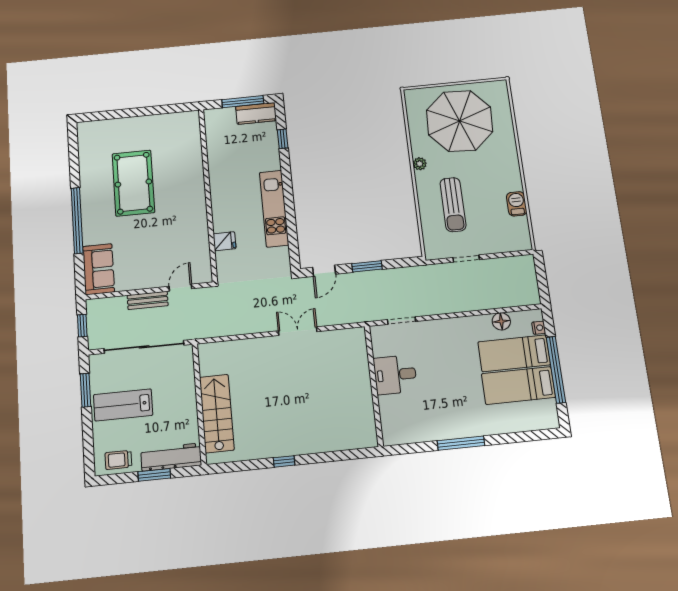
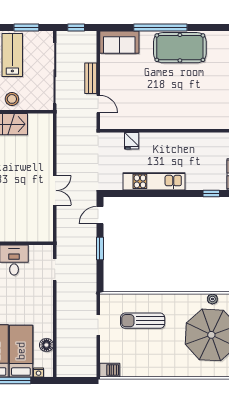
plant: (420, 164) -> (212, 299), moved
pool table: (133, 183) -> (180, 48), moved
barbecue: (517, 204) -> (110, 370), moved
door: (324, 271) -> (100, 215), hinge flipped
stool: (182, 399) -> (12, 99), added

